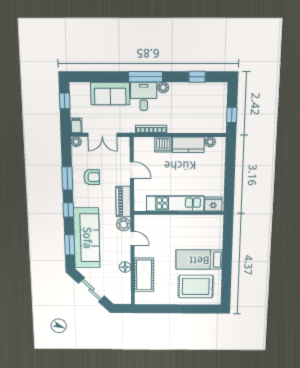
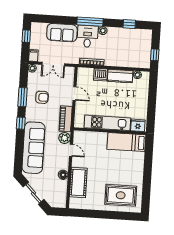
window: (70, 245) -> (19, 153), removed
bed: (199, 260) -> (126, 142), moved

